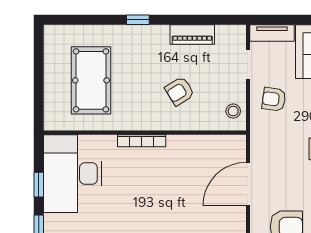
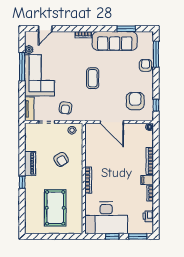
piano: (192, 34) -> (30, 163), moved
pool table: (91, 80) -> (55, 208), turned 90

